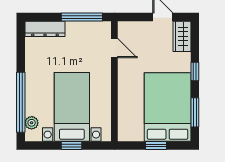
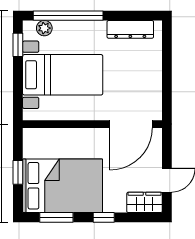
window: (82, 17) -> (167, 86), removed
dresser: (45, 29) -> (130, 29), moved, turned -90
door: (114, 48) -> (131, 124), width x1.88
window: (71, 146) -> (18, 45), moved

